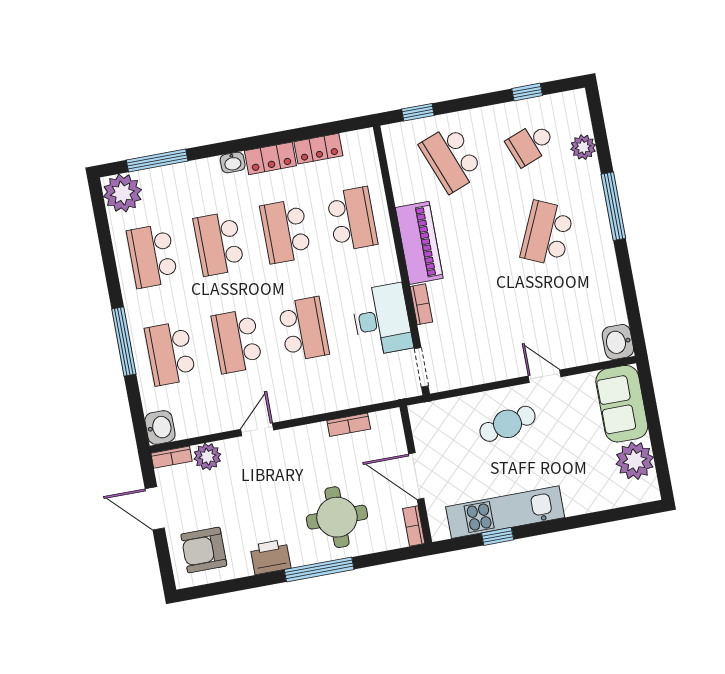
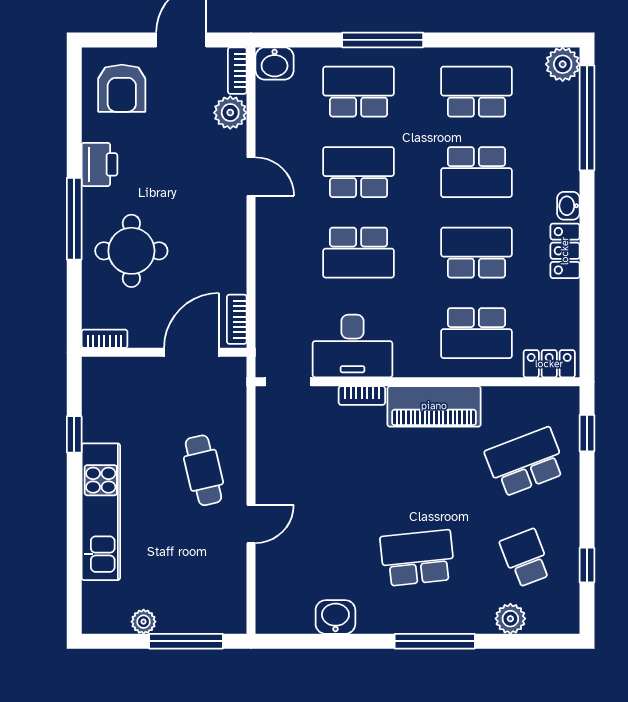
locker: (318, 149) -> (549, 364), moved, turned 90
window: (157, 161) -> (587, 118), width x1.46
plant: (122, 193) -> (563, 64), width x0.73, depth x0.73
school desk: (547, 233) -> (418, 558), turned -30
school desk: (219, 244) -> (476, 172), turned 180
washbasin: (618, 342) -> (335, 617), moved
sofa: (622, 404) -> (202, 608), removed
window: (652, 412) -> (186, 641), added
bookcase: (349, 425) -> (237, 319), moved
plant: (635, 461) -> (144, 622), width x0.53, depth x0.53
door: (416, 476) -> (192, 352), moved
kitchen unit: (505, 512) -> (101, 512), moved
armchair: (204, 550) -> (122, 88), turned 180

